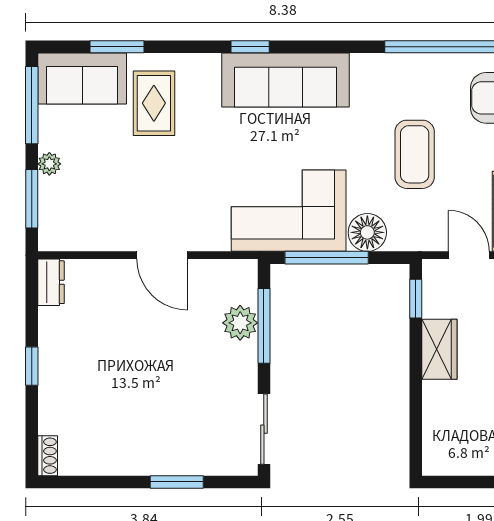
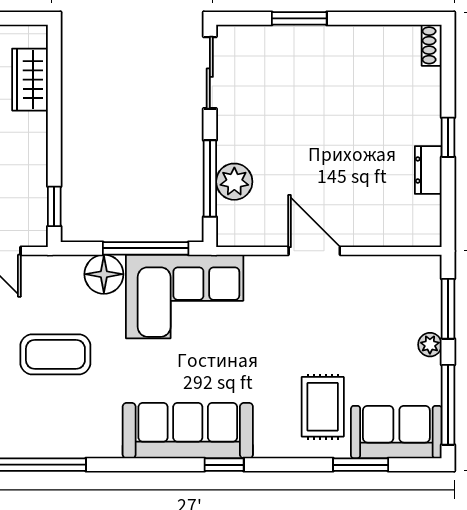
coffee table: (415, 154) -> (55, 354), turned 90
dresser: (51, 282) -> (428, 170), moved
wardrobe: (439, 349) -> (30, 80), moved

